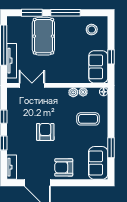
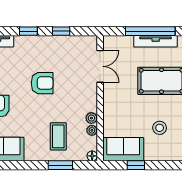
stool: (92, 30) -> (160, 128), moved
tv unit: (12, 61) -> (156, 41), moved
window: (111, 148) -> (60, 165), moved

